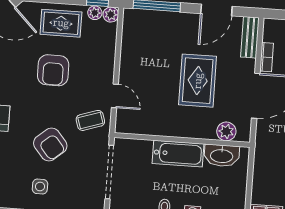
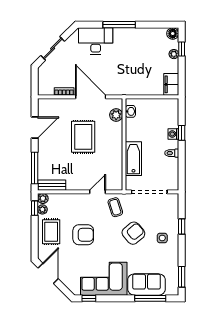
door: (216, 10) -> (35, 128), hinge flipped
bench: (250, 37) -> (52, 185), moved
rug: (198, 81) -> (83, 137), turned 90
bathtub: (178, 154) -> (133, 159), moved
washbasin: (222, 156) -> (130, 111), width x0.52, depth x0.69

